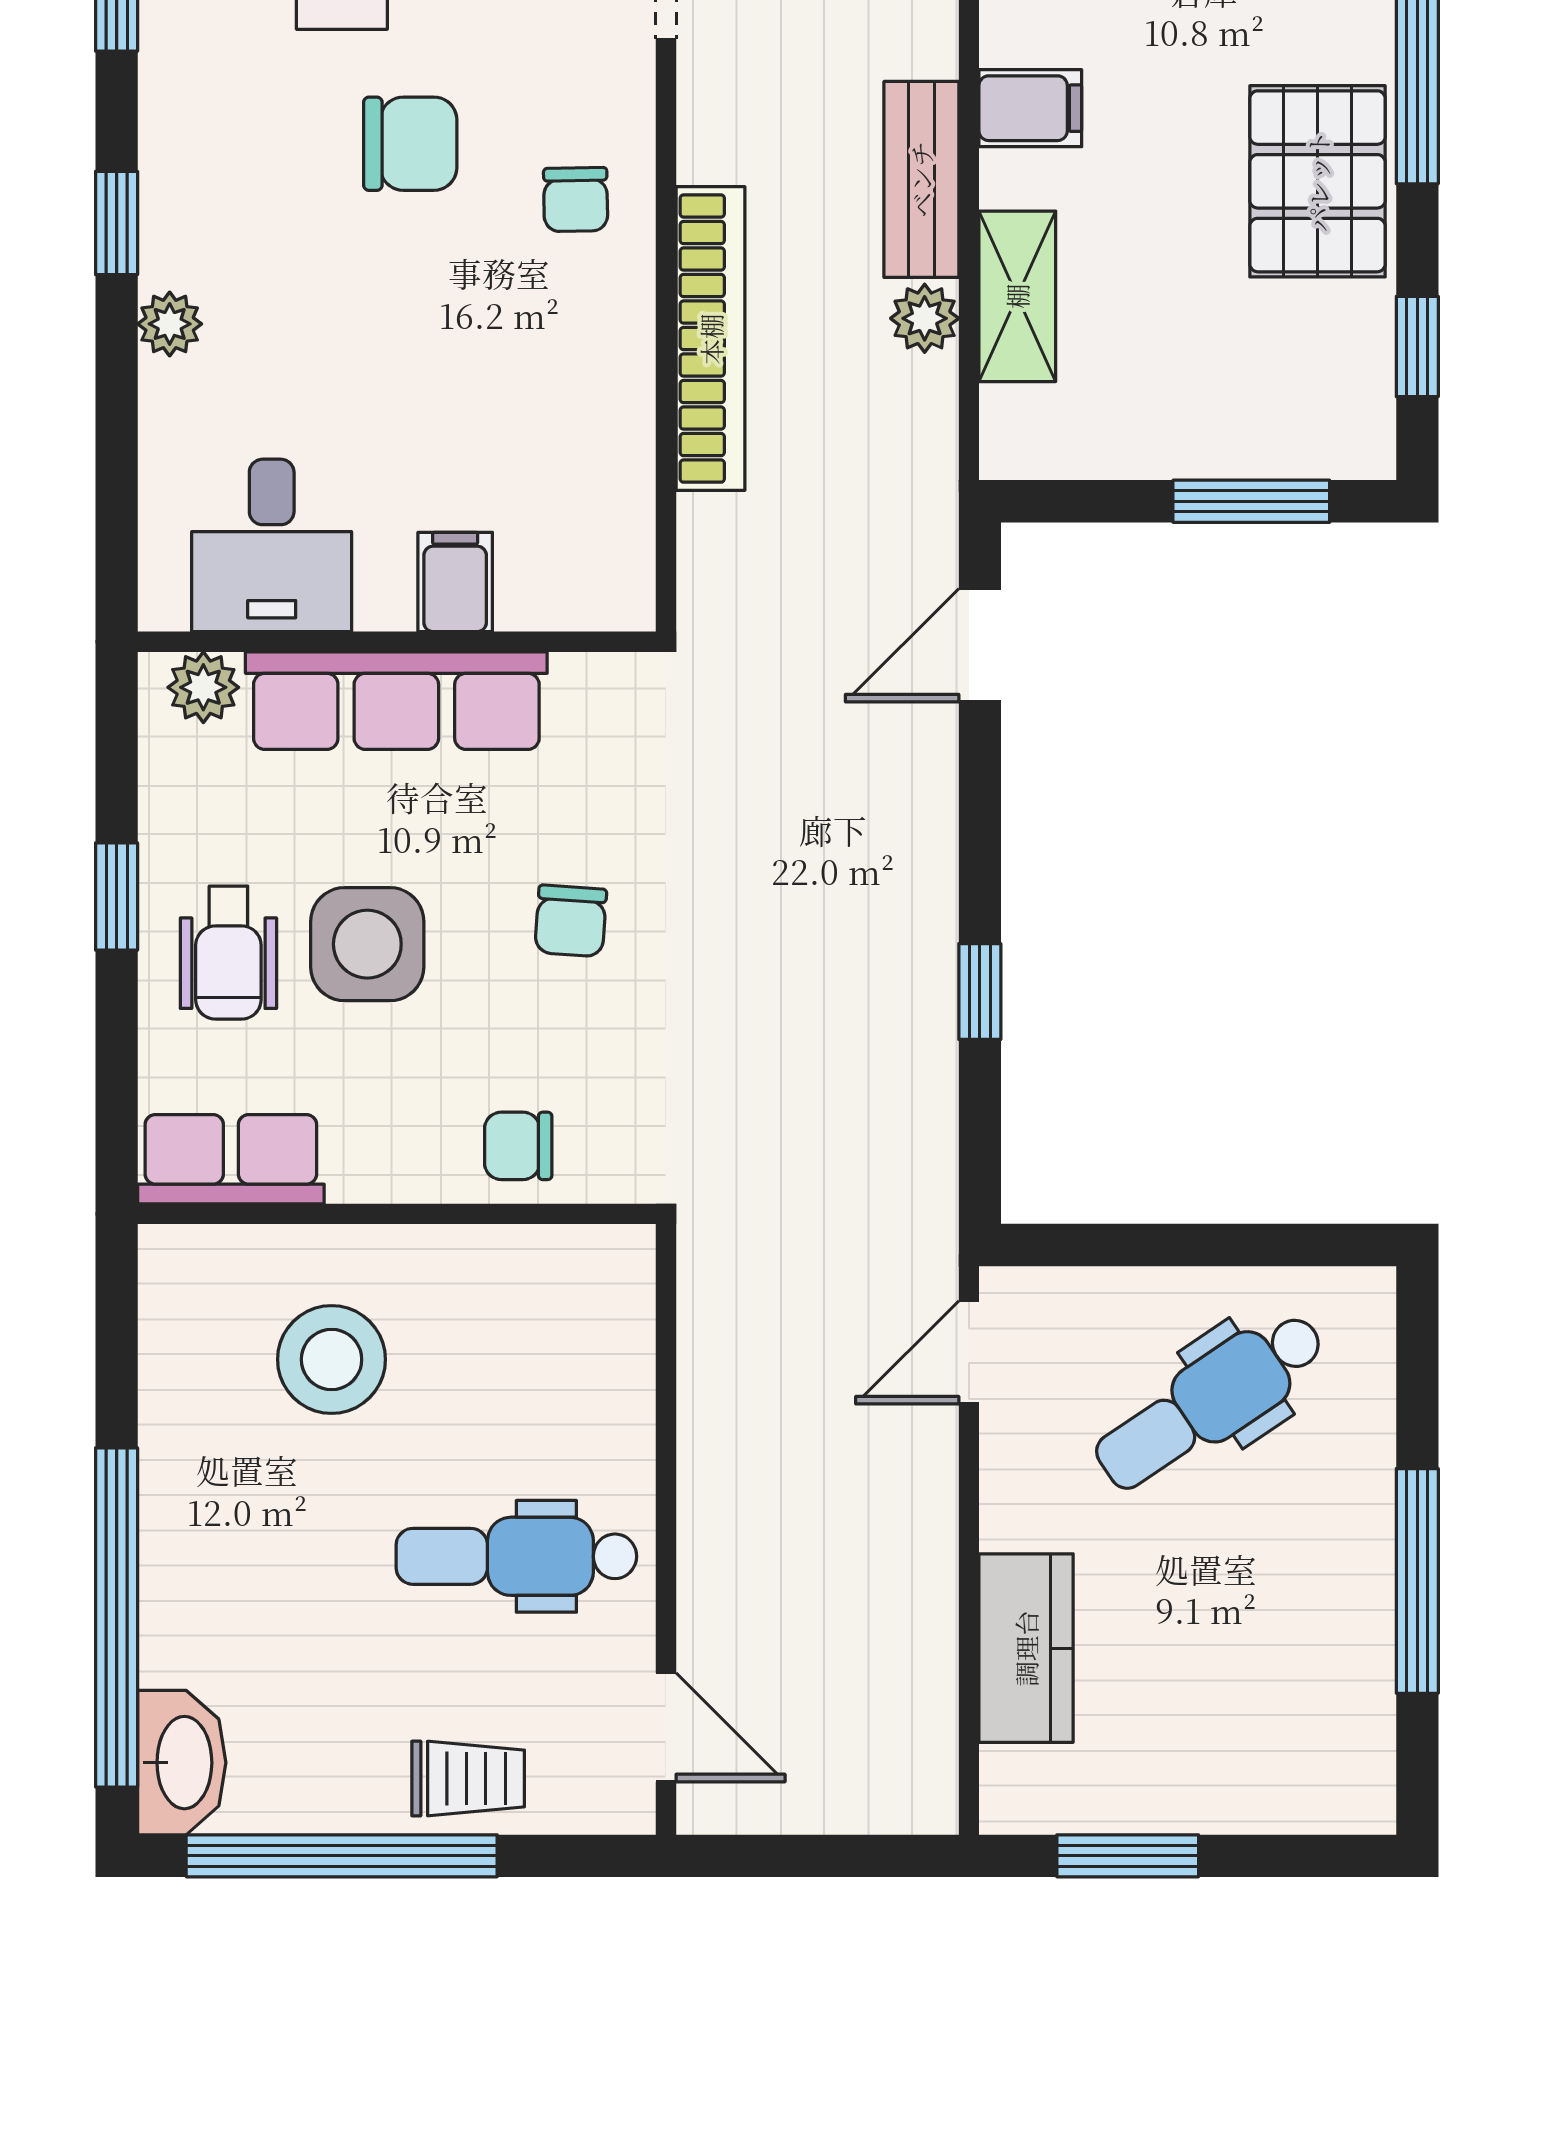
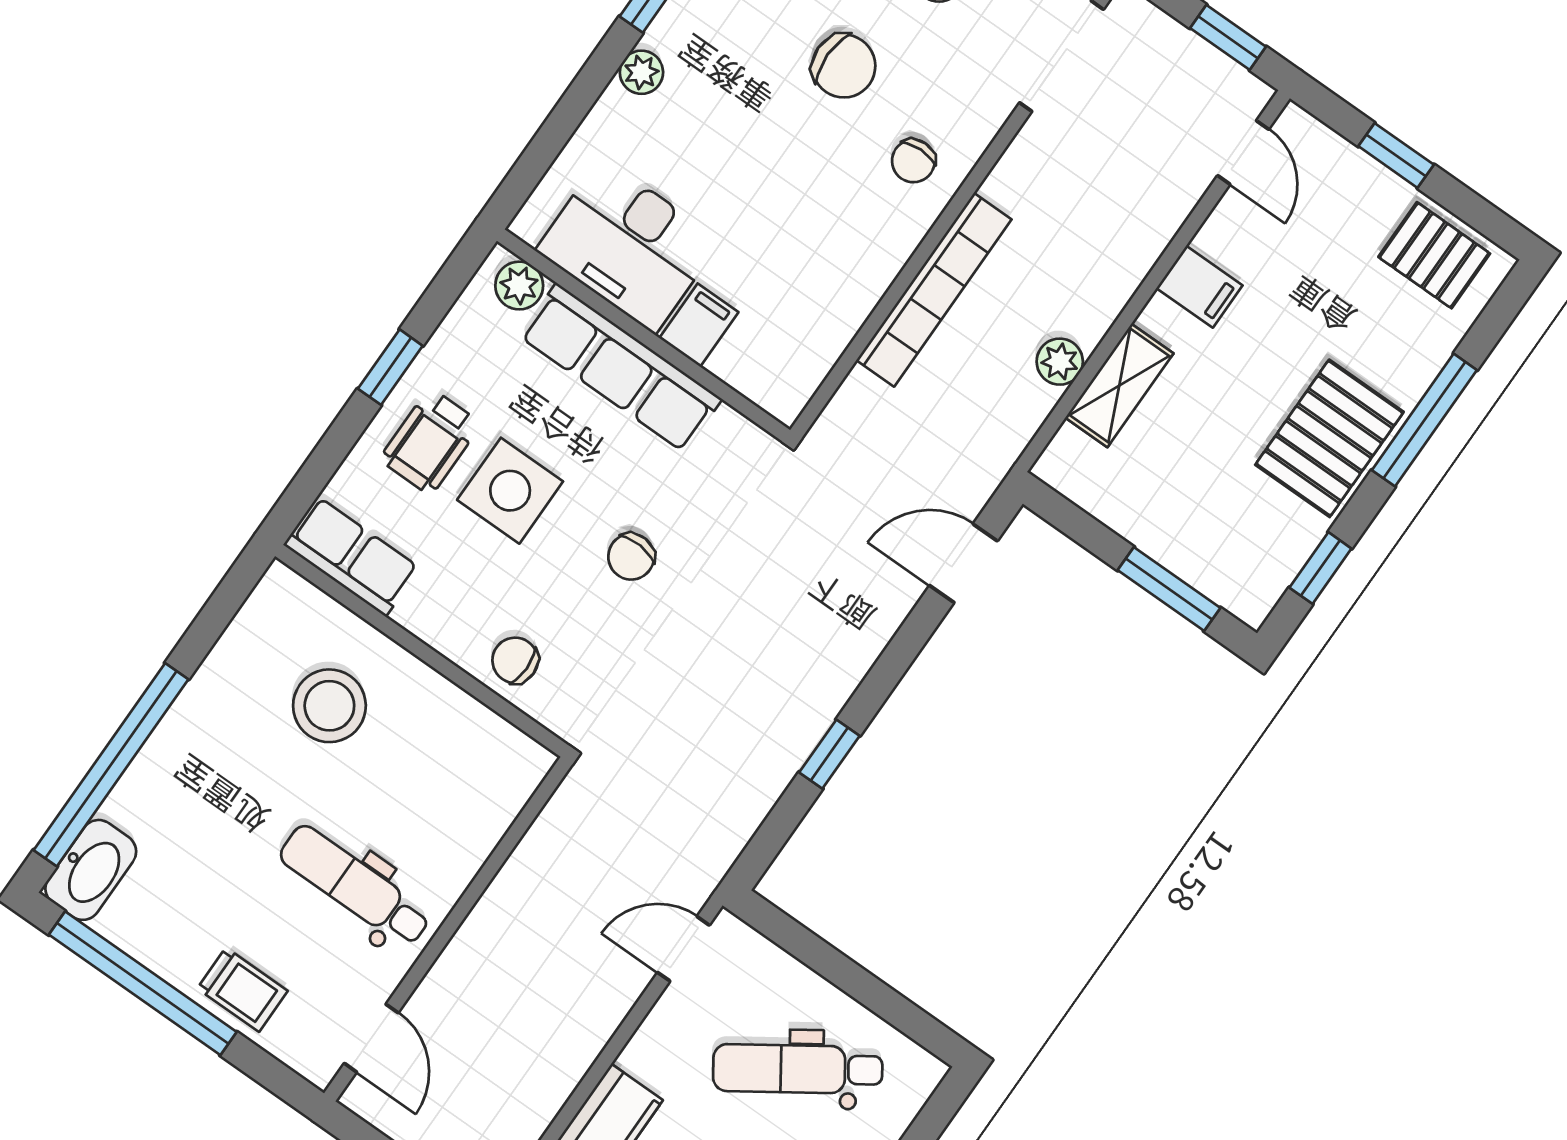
bench: (921, 179) -> (1112, 284), removed
desk: (272, 545) -> (628, 245), width x1.37

